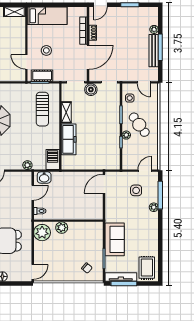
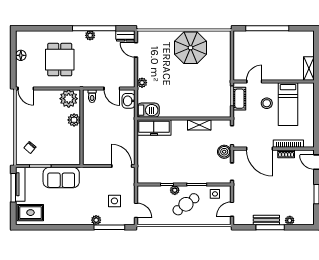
bed: (47, 16) -> (288, 104), moved
bench: (154, 51) -> (266, 220), width x0.73
sun lounger: (42, 109) -> (203, 99), removed
freezer: (69, 139) -> (154, 127), moved

